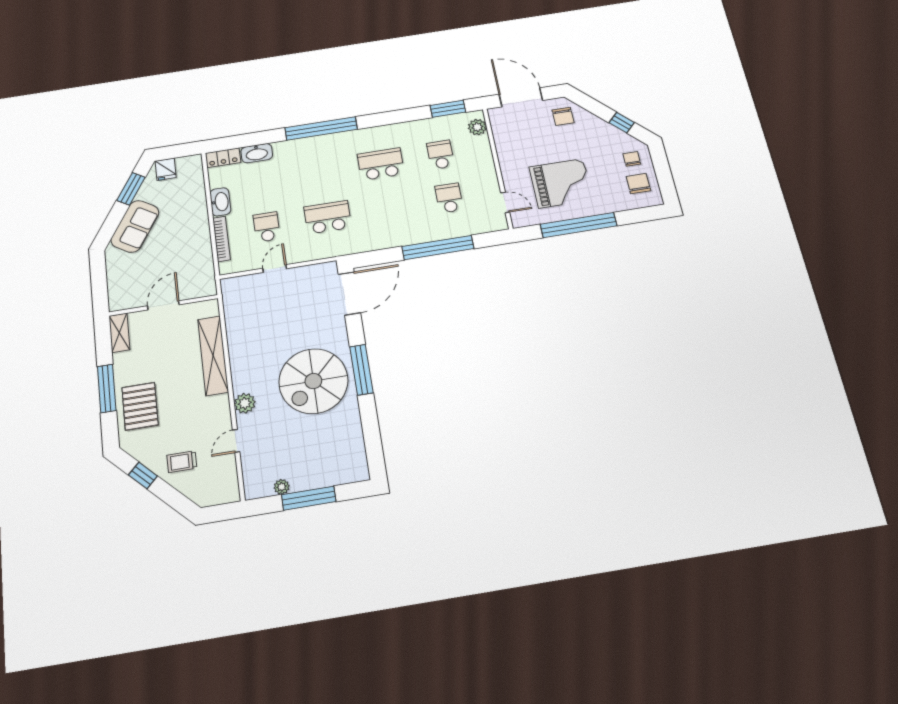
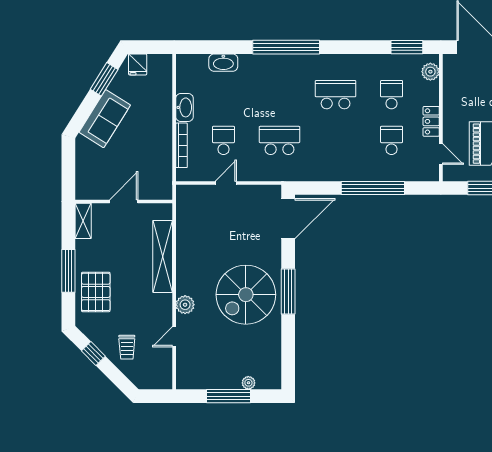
locker: (223, 158) -> (431, 121), moved, turned 90
trolley: (182, 462) -> (127, 347), turned -90
plant: (282, 487) -> (248, 383), moved

